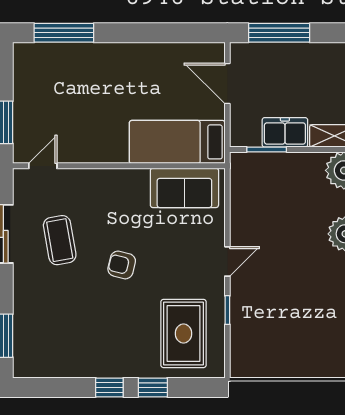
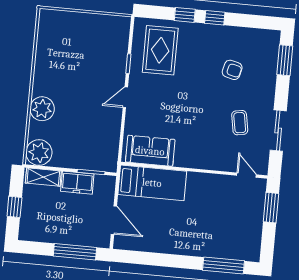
door: (43, 166) -> (247, 175), swing flipped
coffee table: (60, 240) -> (240, 123), width x0.73, depth x0.77
armchair: (122, 265) -> (232, 70), moved

